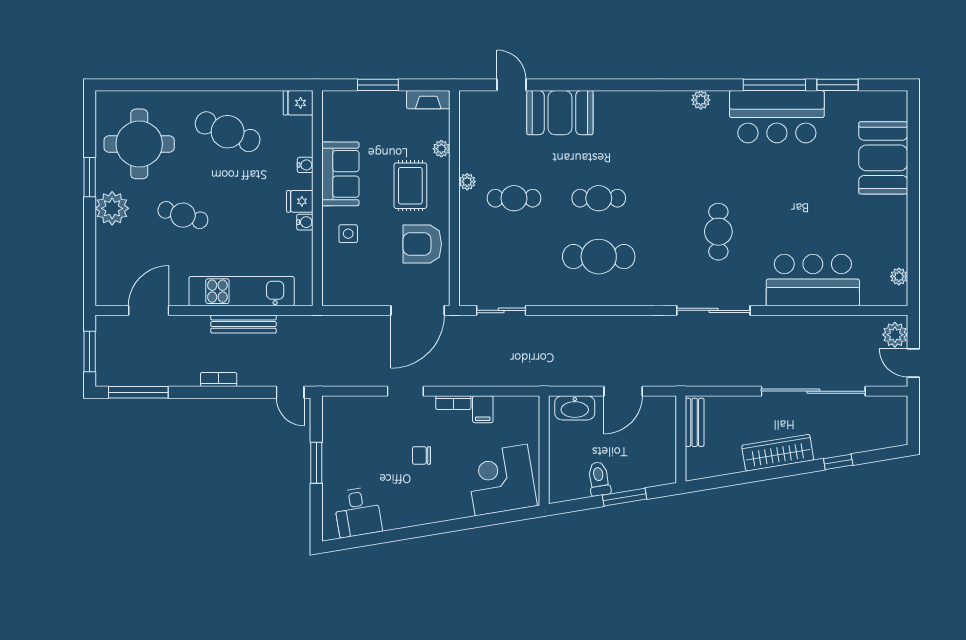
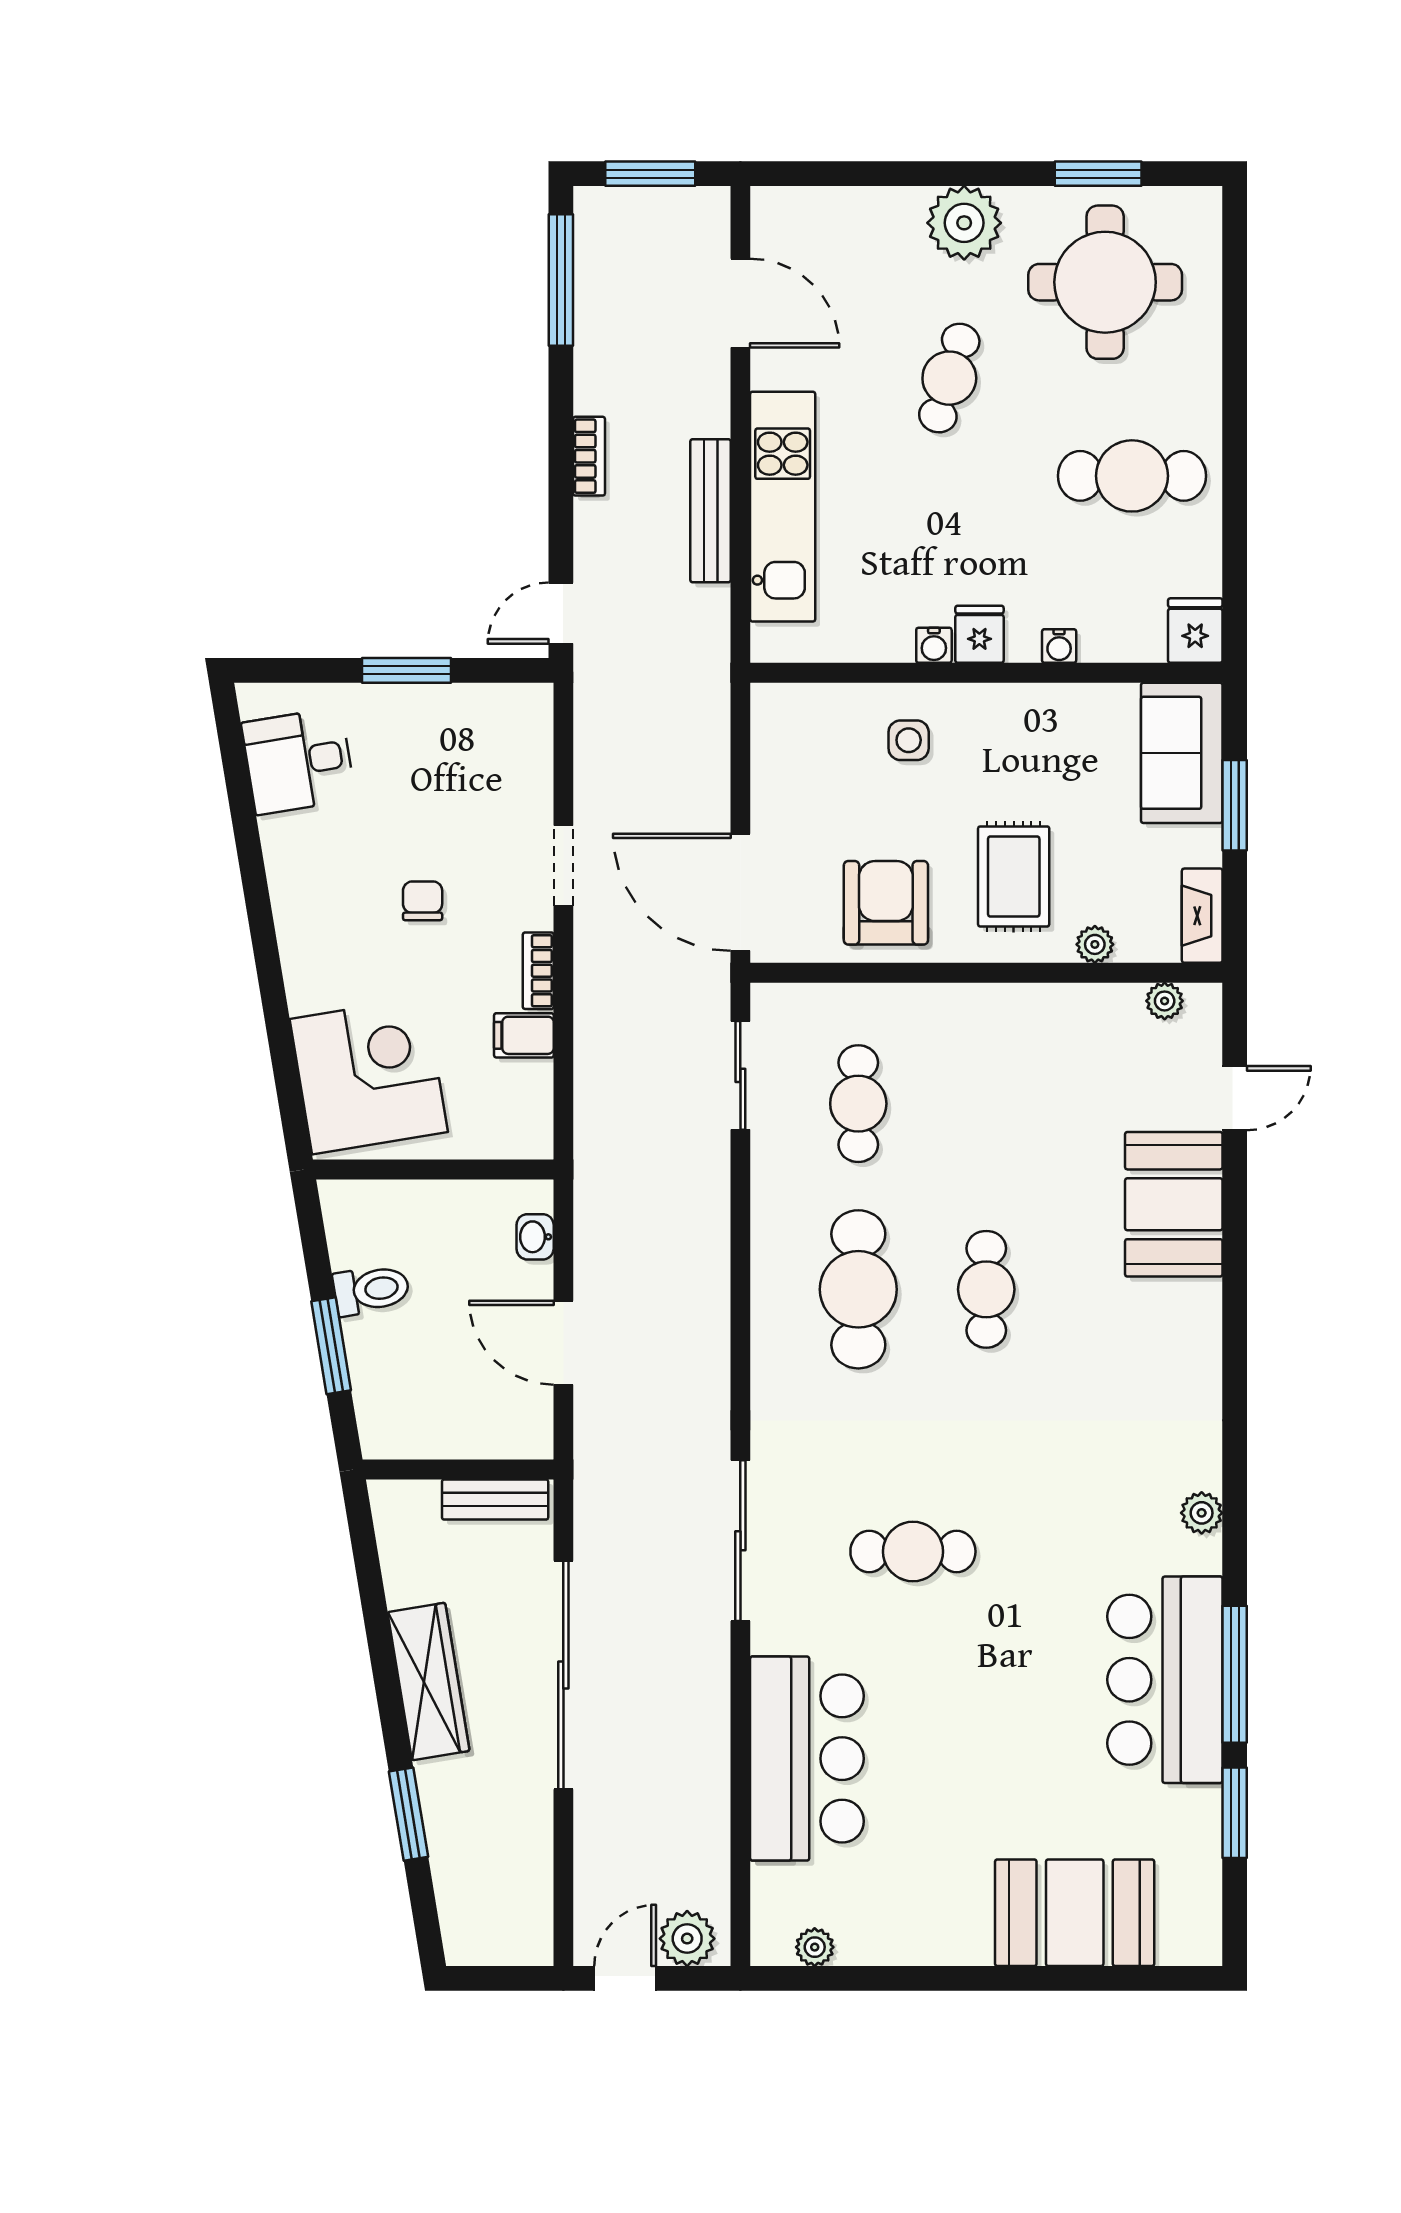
cafe table: (228, 132) -> (1132, 476), turned 68
sofa: (340, 174) -> (1182, 753), moved, turned 90
window: (90, 177) -> (1098, 174), moved
plant: (467, 182) -> (1165, 1001), moved
rug: (410, 186) -> (1014, 876), turned 90
cafe table: (514, 198) -> (858, 1104), moved
sliding door: (813, 391) -> (563, 1675), moved
washbasin: (575, 408) -> (535, 1237), width x0.52, depth x0.69
window: (838, 462) -> (409, 1814), width x1.50

